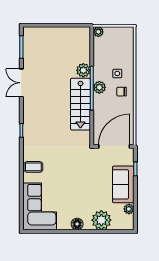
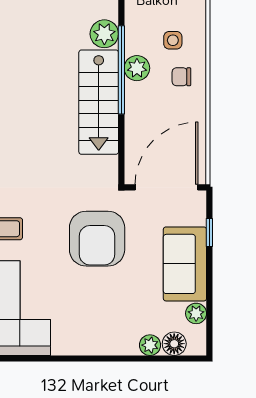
armchair: (80, 172) -> (97, 239), added
plant: (101, 220) -> (150, 345), width x0.53, depth x0.53
floor lamp: (77, 224) -> (174, 344), moved

